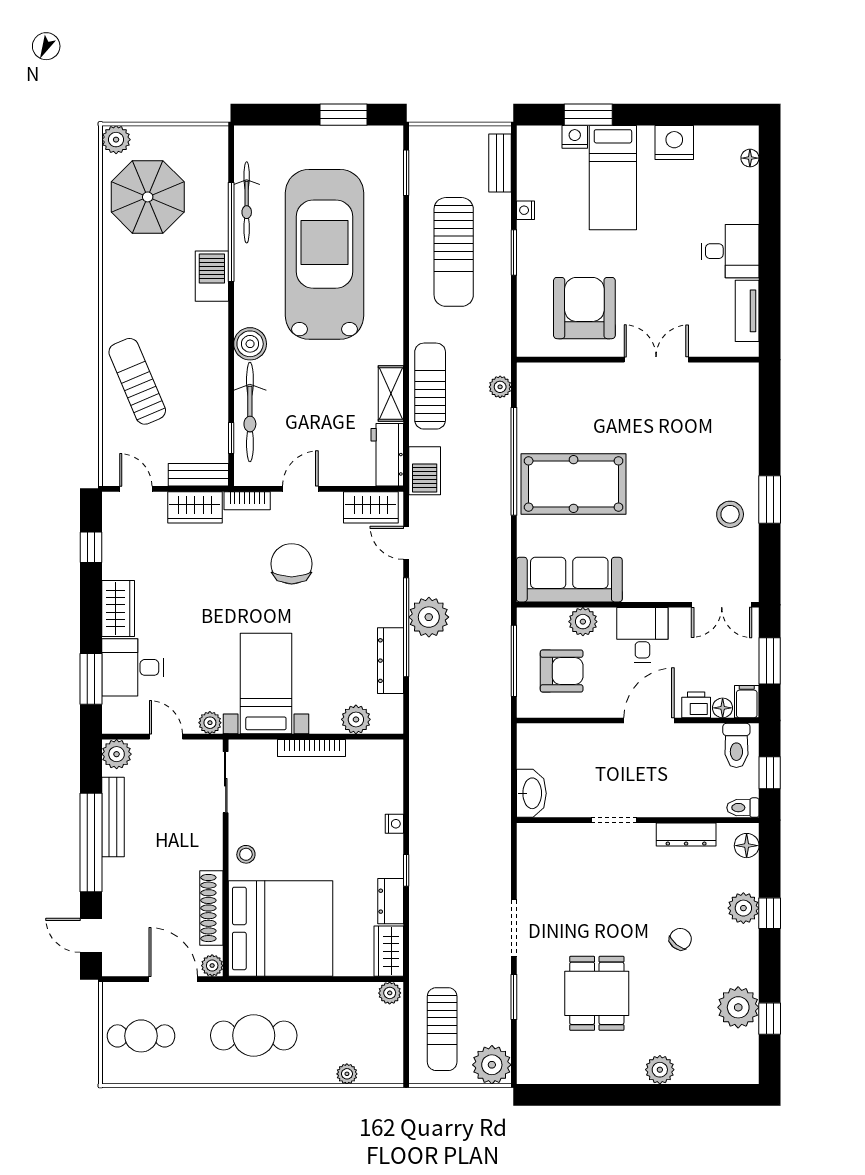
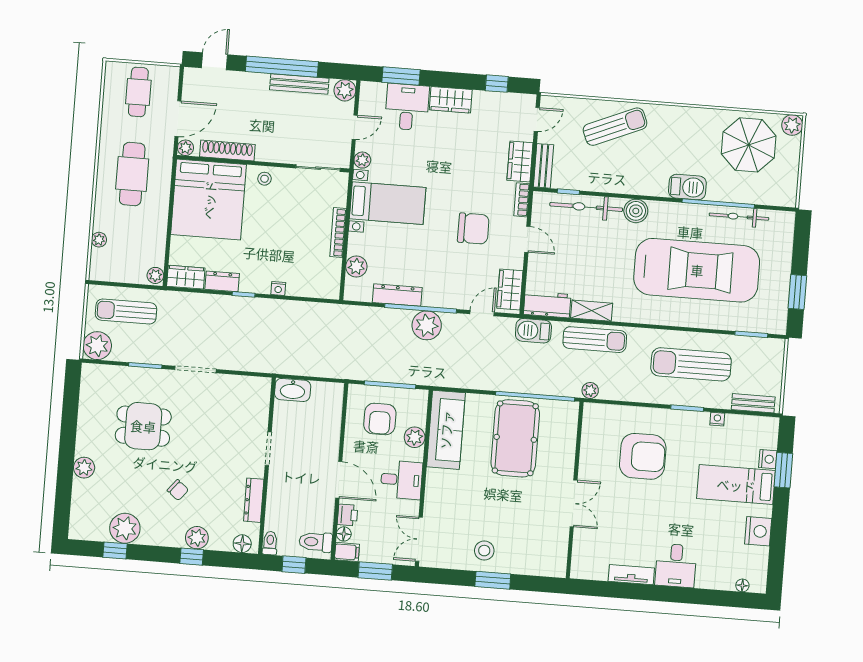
wall: (638, 360) -> (575, 490), moved
double door: (656, 360) -> (574, 503), moved

